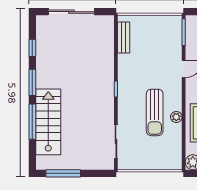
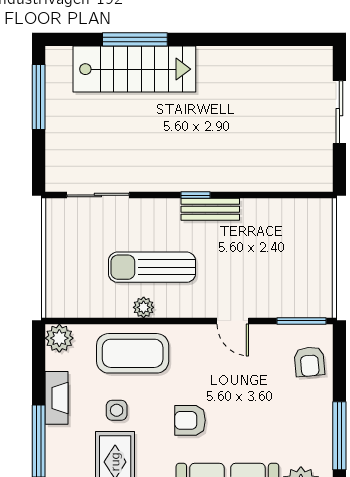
sliding door: (71, 12) -> (339, 112), width x0.73
bench: (124, 37) -> (210, 209), moved
window: (32, 48) -> (272, 39), removed
window: (32, 82) -> (208, 39), removed

